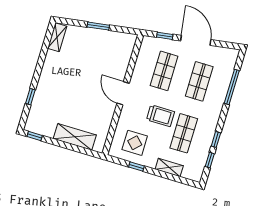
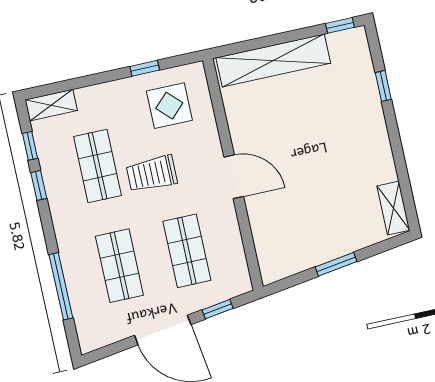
shelving: (75, 137) -> (273, 60), width x1.47
shelving: (169, 168) -> (51, 105), moved

